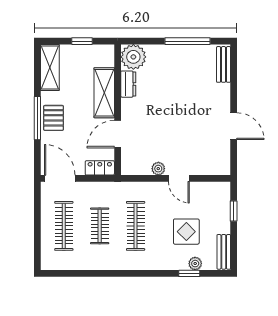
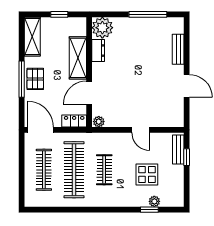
bench: (224, 64) -> (178, 49), moved
plant: (158, 169) -> (99, 122), moved
clothes rail: (100, 226) -> (74, 170), width x1.86, depth x1.31
clothes rail: (136, 226) -> (104, 170), width x0.73
bench: (224, 252) -> (178, 150), moved

